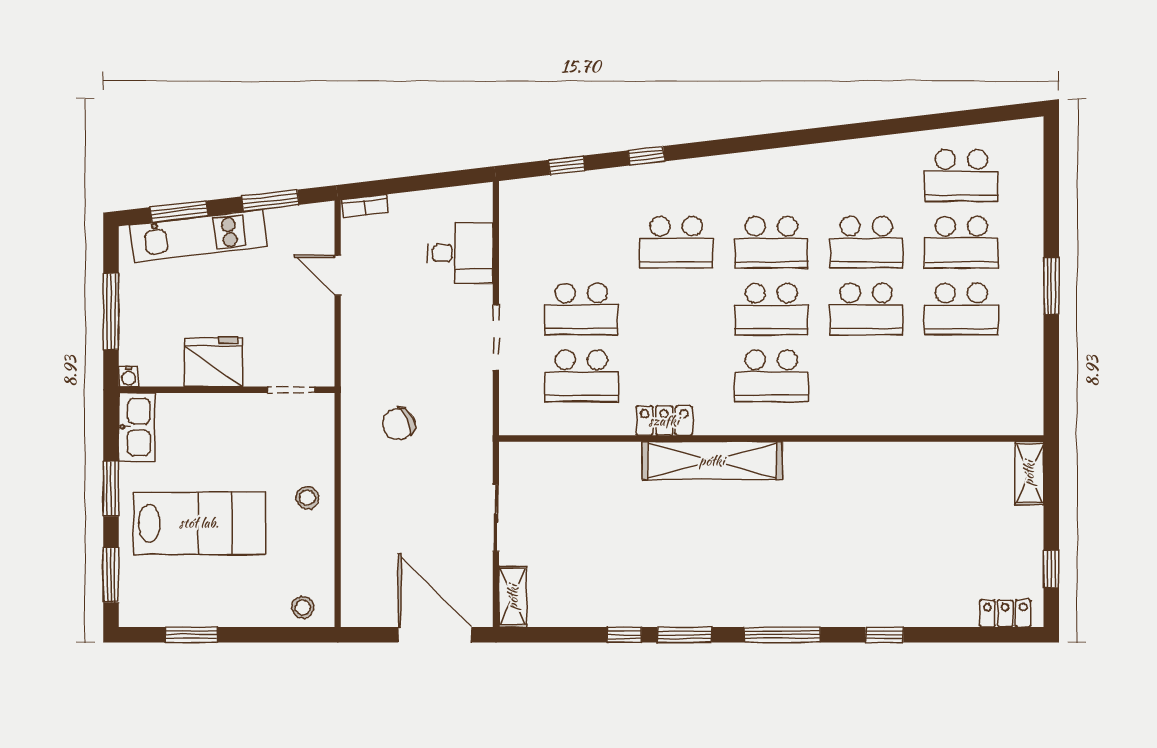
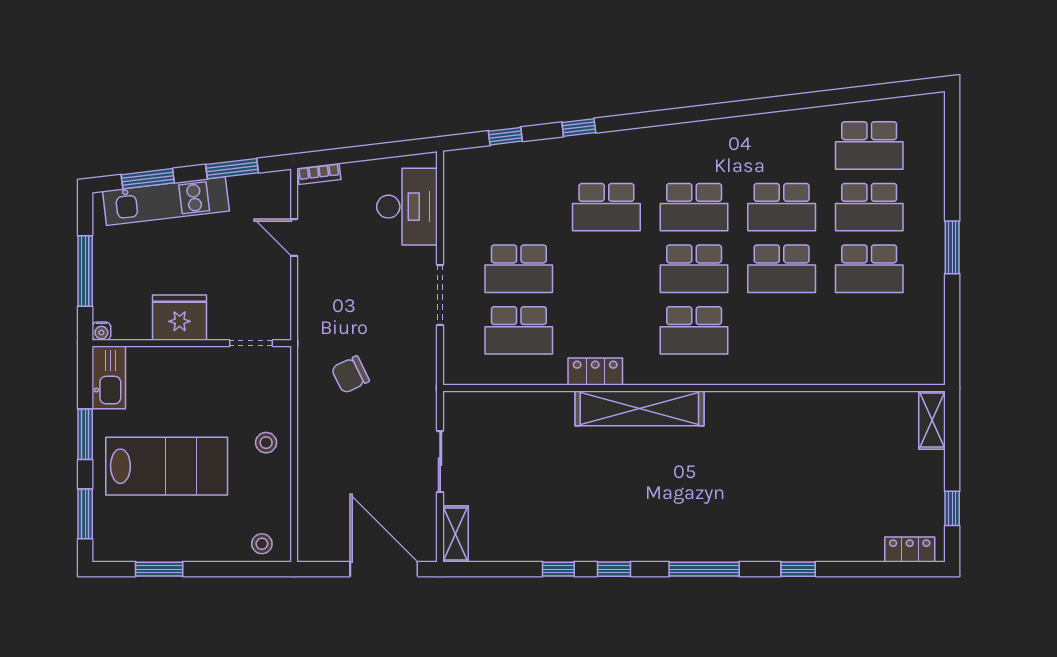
desk: (460, 253) -> (407, 207), width x1.37
window: (685, 635) -> (614, 569), width x0.67

